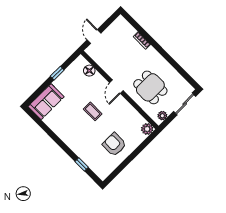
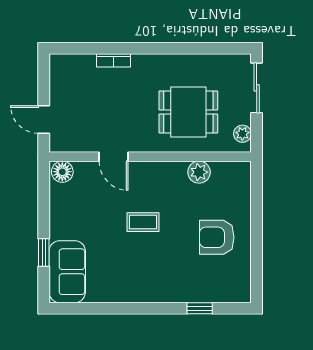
floor lamp: (89, 71) -> (62, 172), moved
window: (57, 73) -> (44, 252), moved
door: (116, 87) -> (114, 157), moved
plant: (147, 129) -> (199, 172), moved

